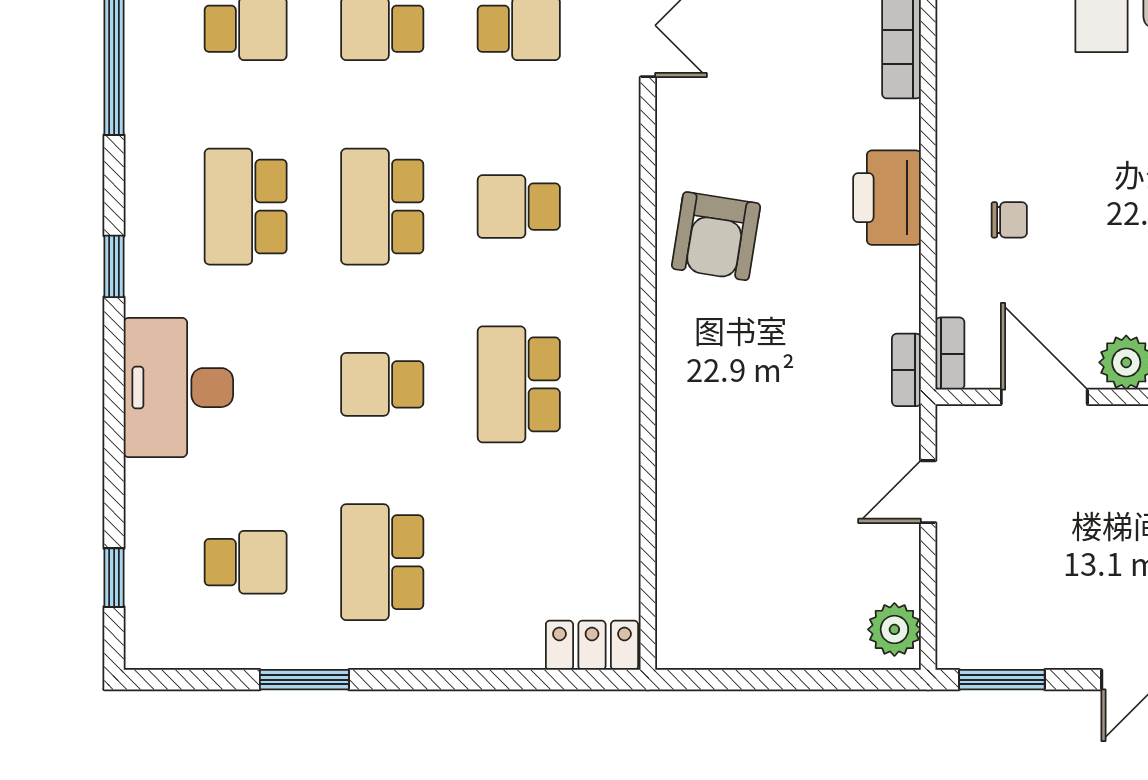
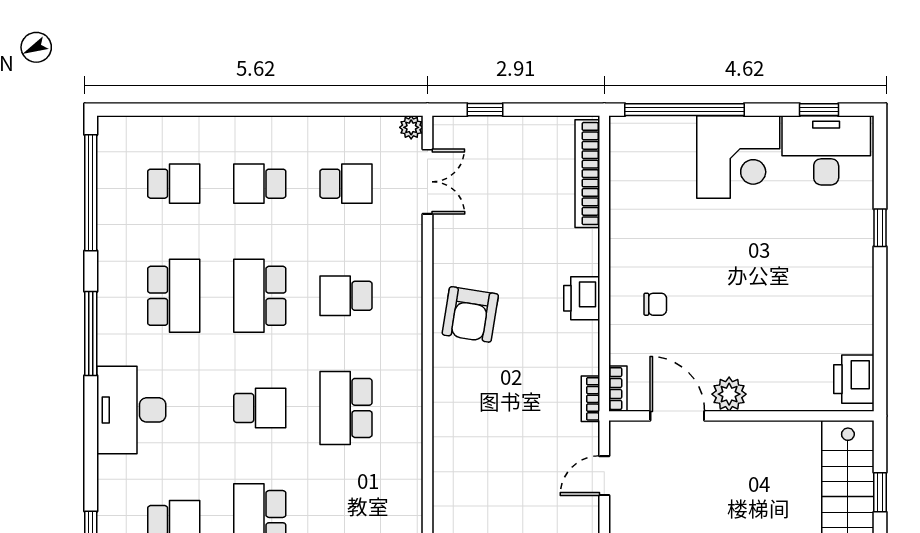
printer: (887, 198) -> (582, 298), width x0.73, depth x0.84
school desk: (246, 207) -> (174, 296), turned 180
window: (114, 266) -> (91, 334), width x2.17
school desk: (382, 384) -> (260, 408), turned 180

